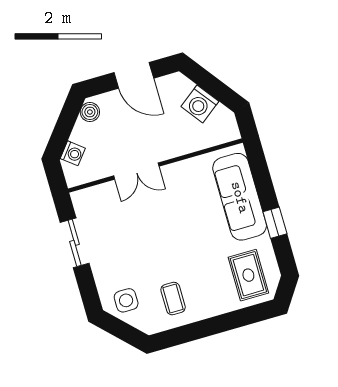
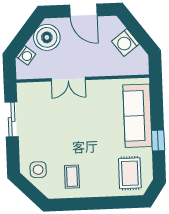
boiler: (90, 112) -> (47, 37), width x1.86, depth x1.86

